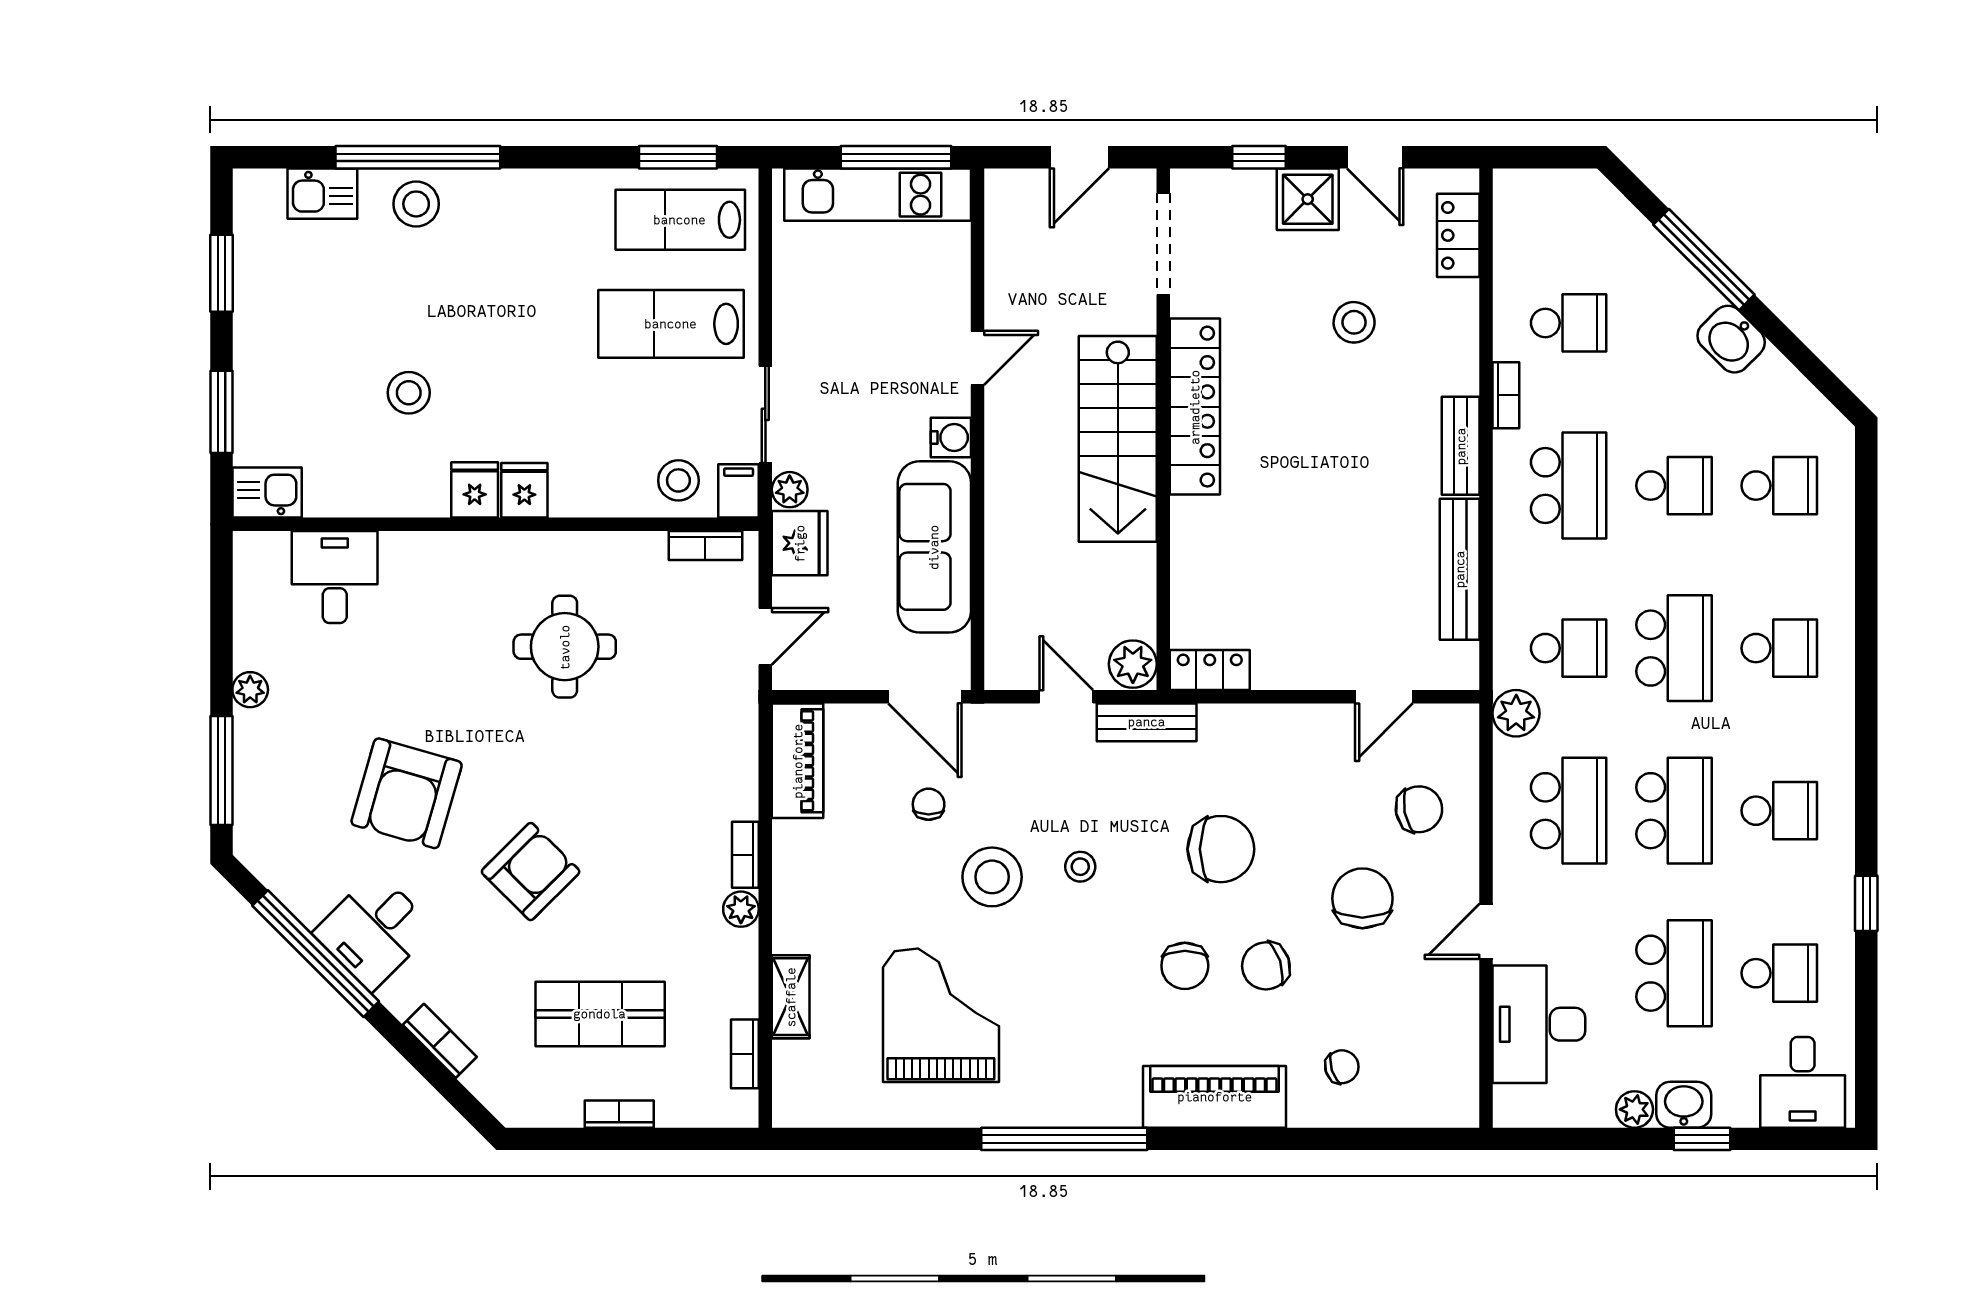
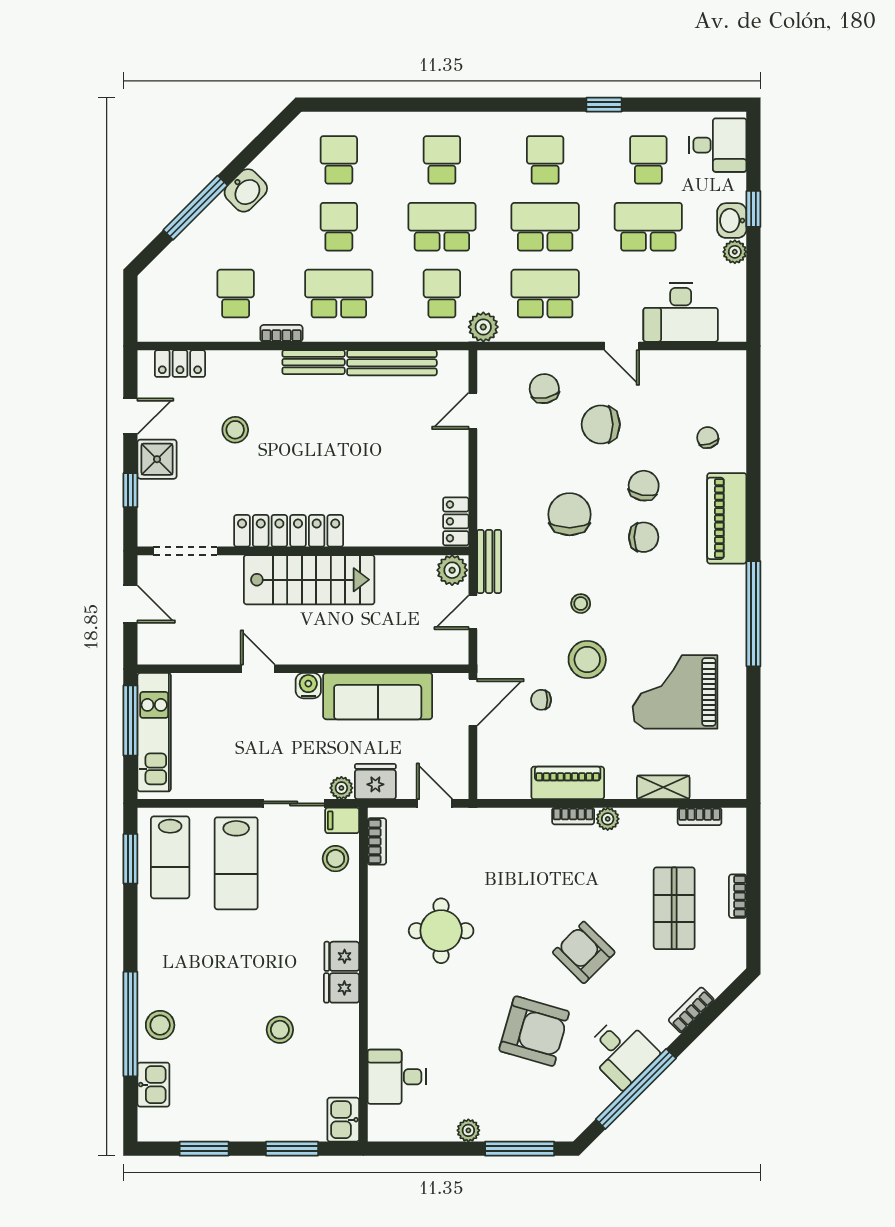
door: (1384, 697) -> (473, 411), swing flipped
piano: (798, 761) -> (568, 783), moved
chair: (1266, 966) -> (644, 486), turned -151

